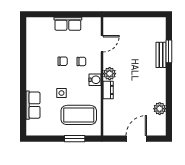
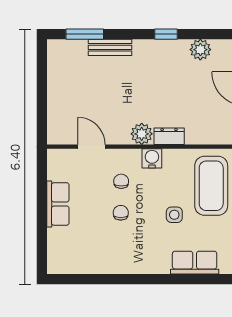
window: (169, 51) -> (85, 34), moved
window: (169, 88) -> (166, 34), added

